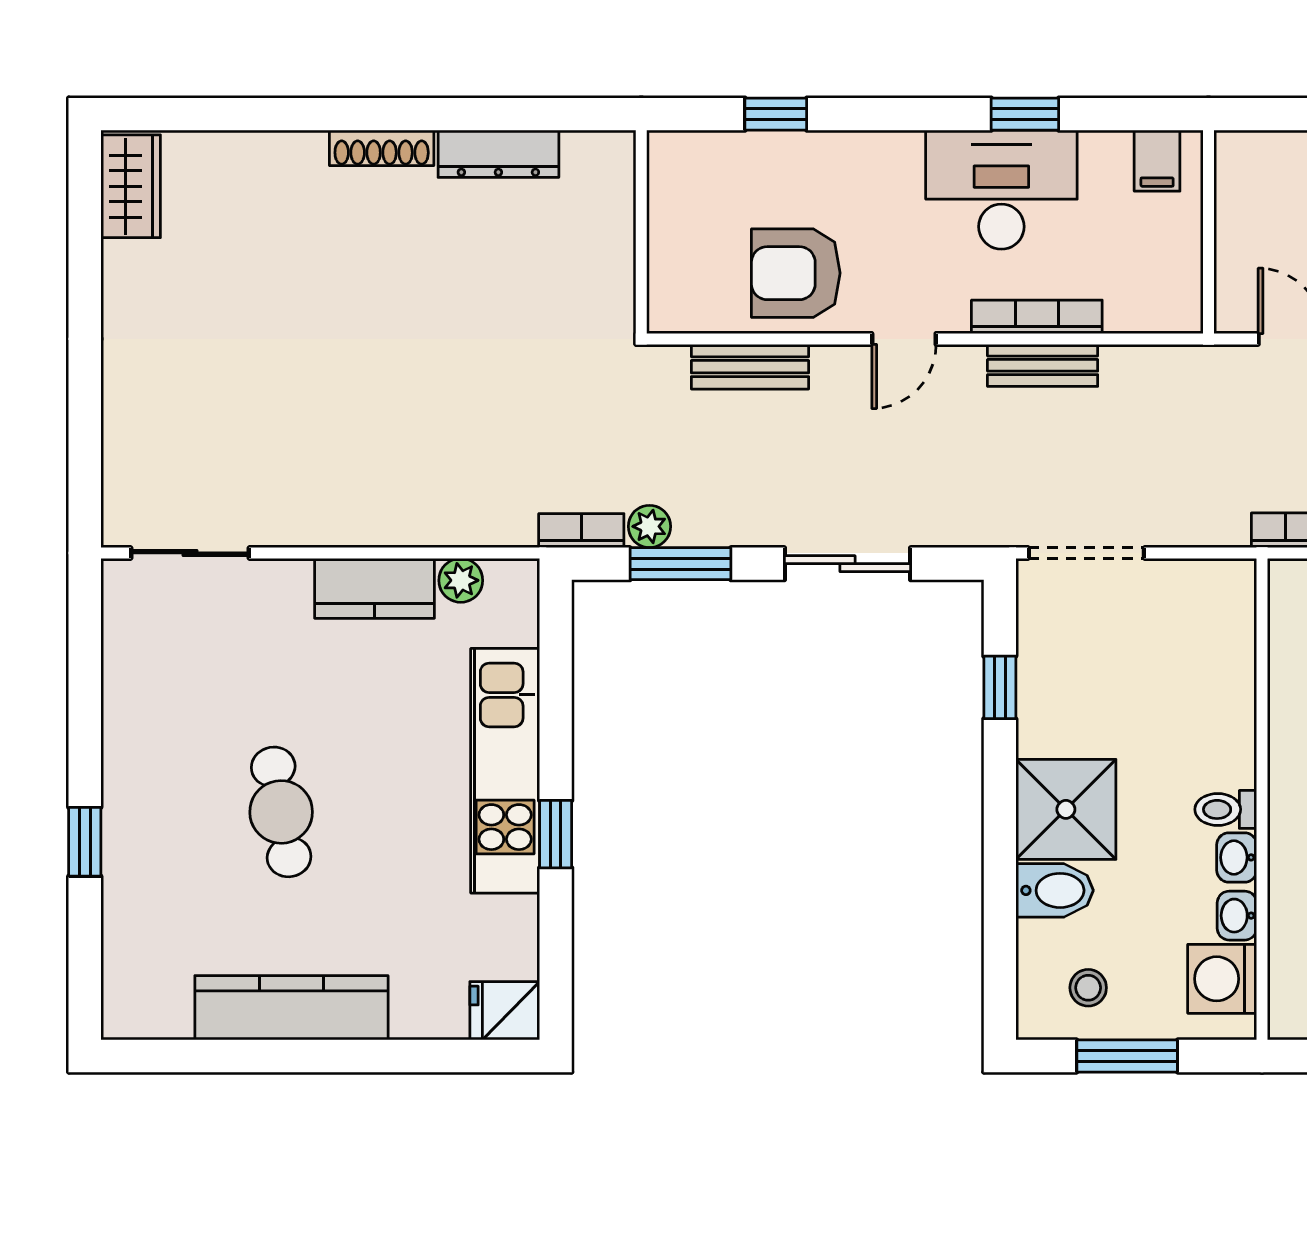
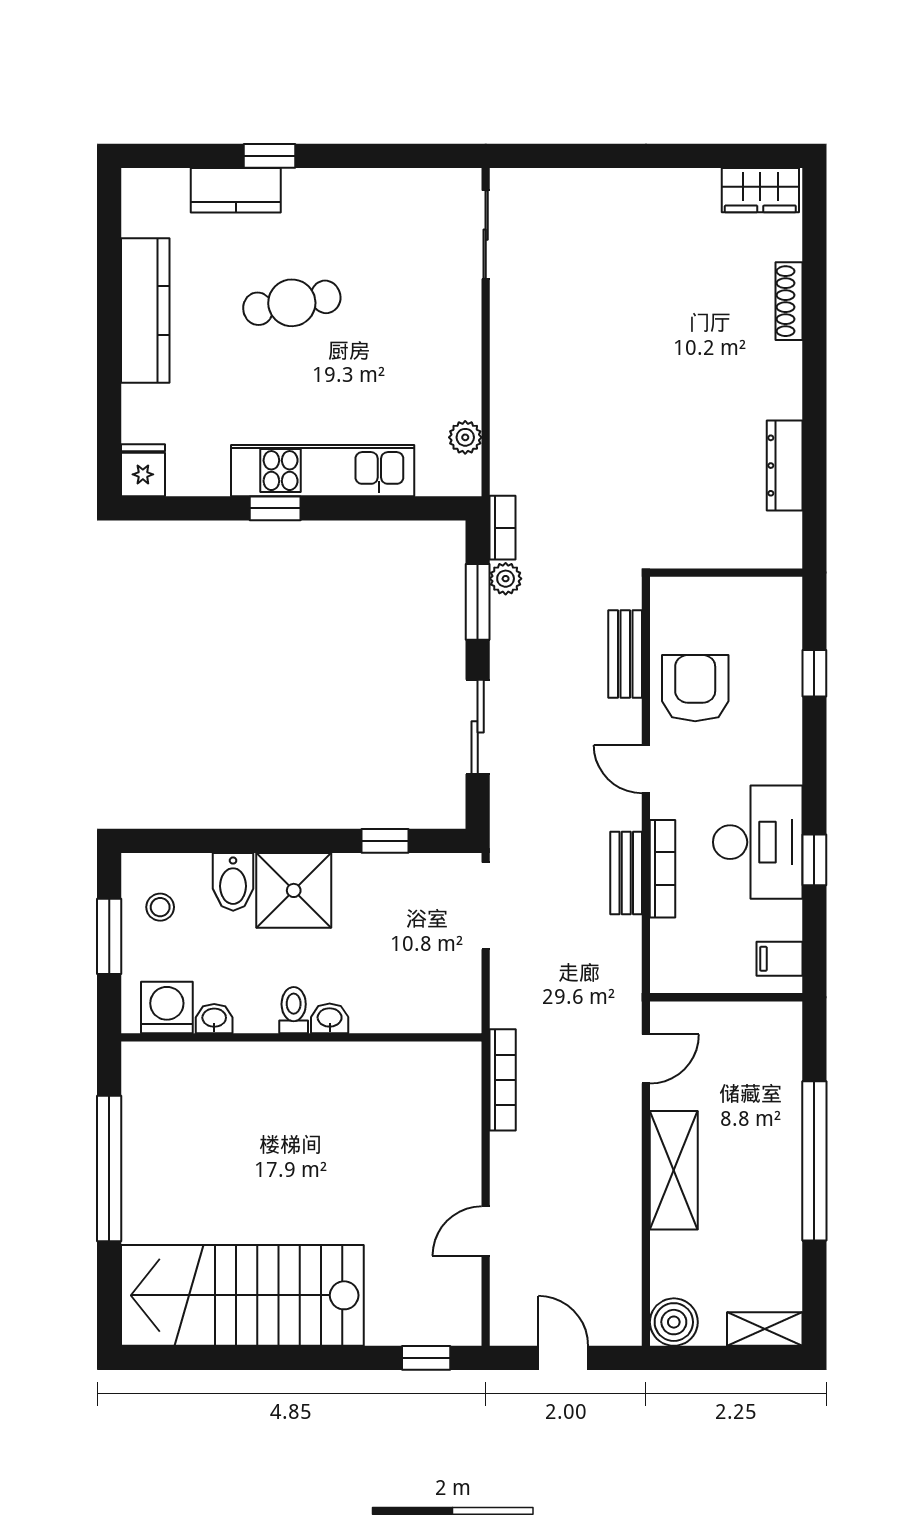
shoe rack: (382, 148) -> (789, 301), moved
kitchen counter: (375, 588) -> (236, 190), moved, turned -90
washbasin: (1237, 857) -> (330, 1018), moved

